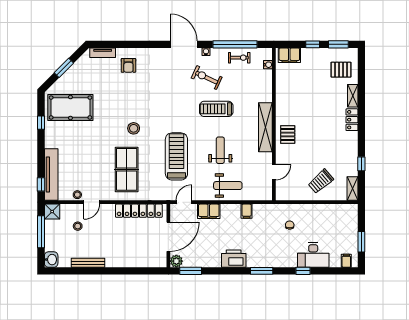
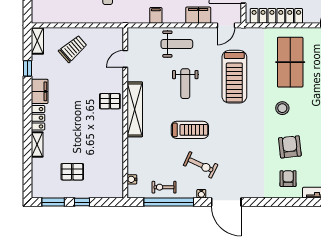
filing cabinet: (289, 55) -> (40, 91), moved, turned 90
pallet: (341, 70) -> (72, 172), moved
armchair: (127, 94) -> (290, 147), added
pallet: (288, 135) -> (110, 101), turned 90
weight bench: (228, 186) -> (177, 44), turned 180

